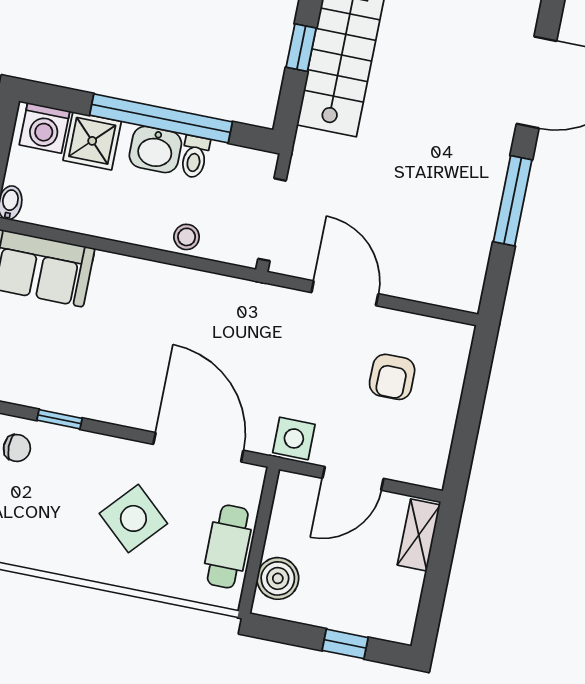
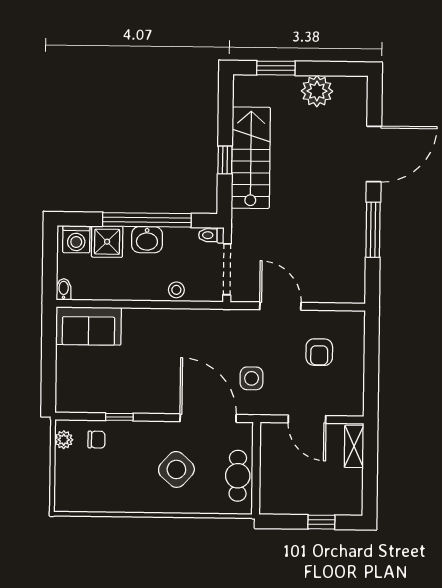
toilet: (195, 157) -> (211, 235), moved, turned 90
side table: (294, 438) -> (252, 378), moved
door: (353, 478) -> (307, 419), hinge flipped
boiler: (278, 578) -> (272, 490), removed

